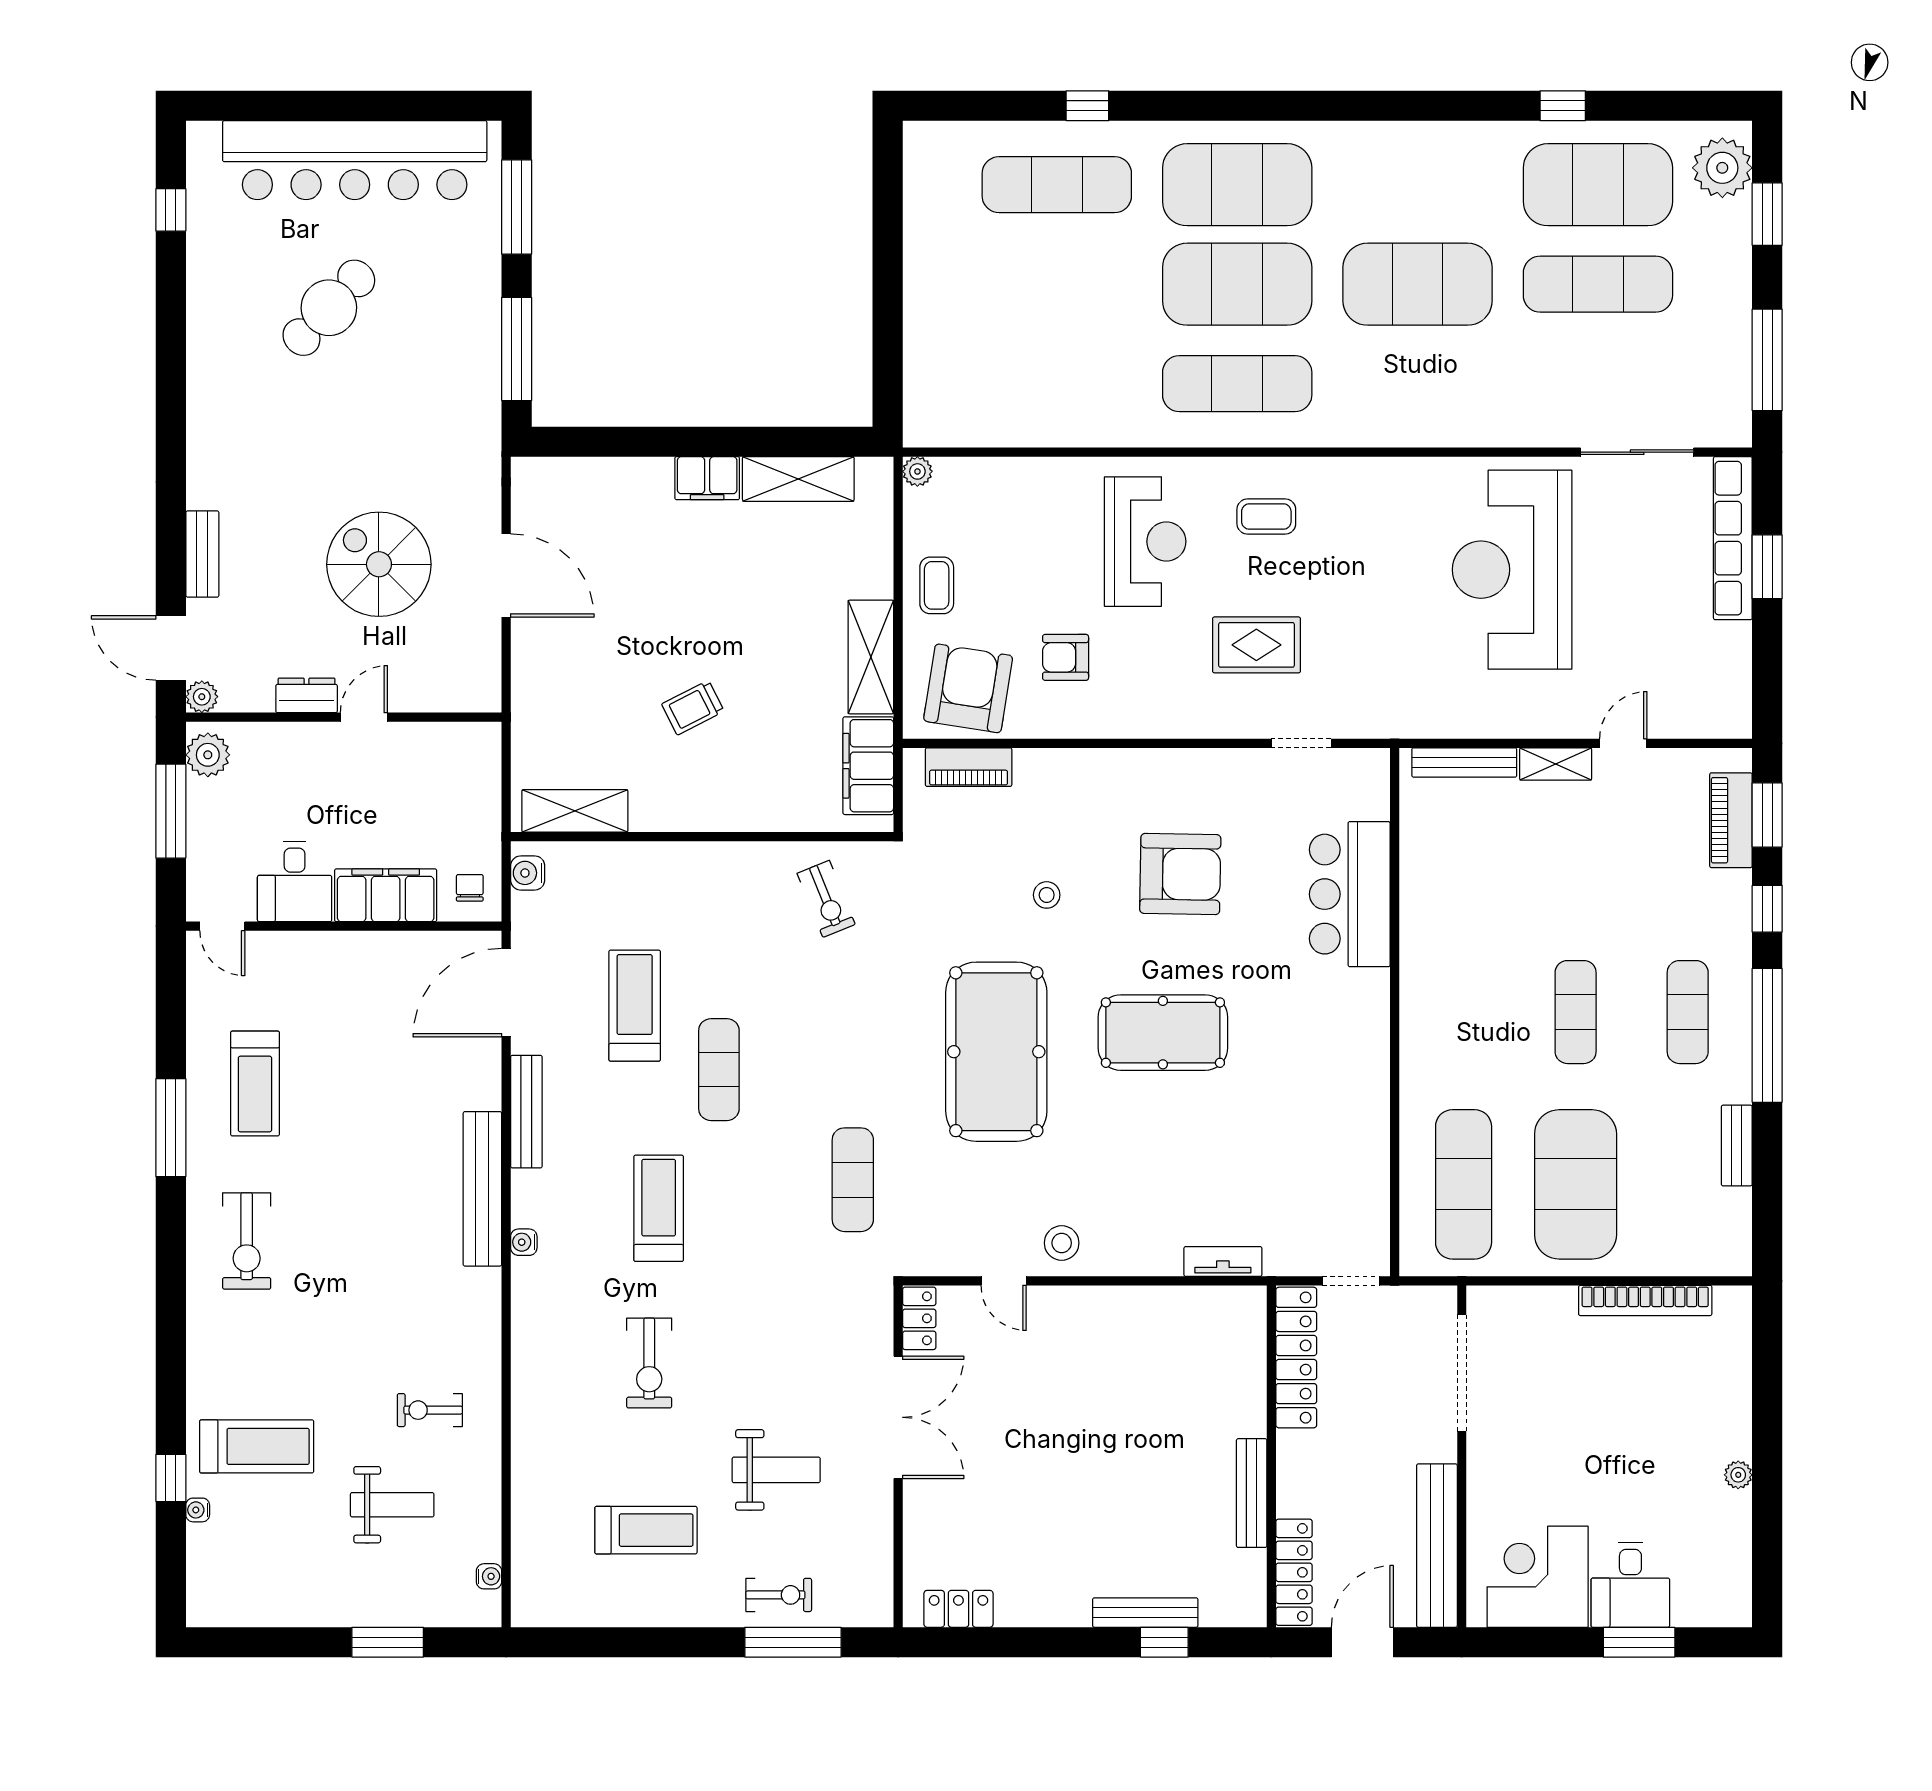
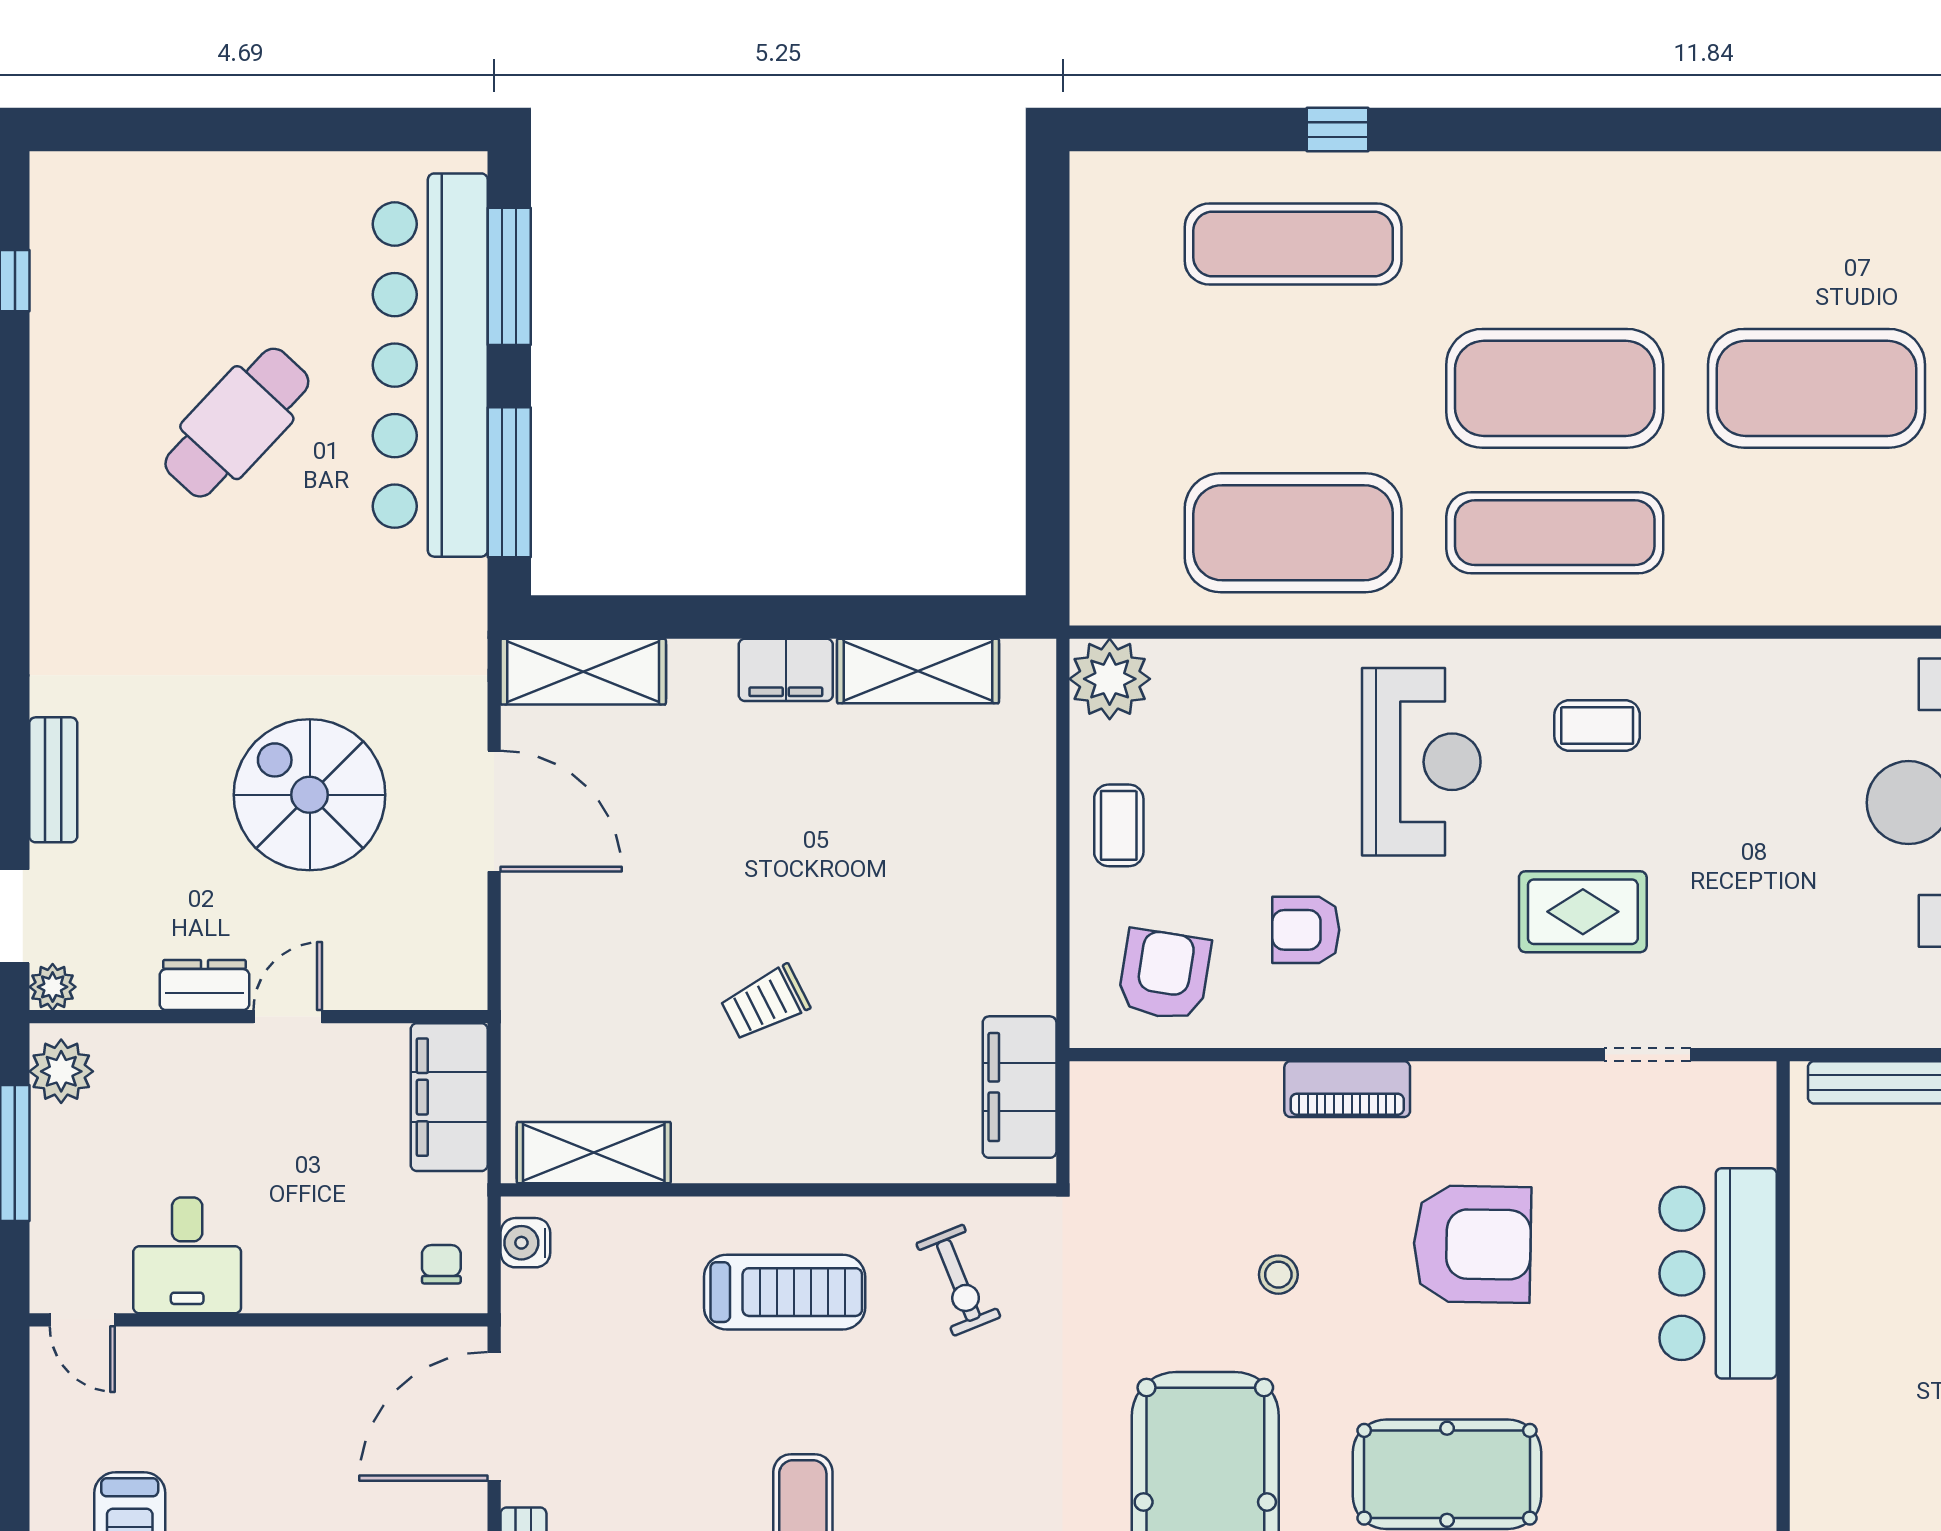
bar counter: (355, 160) -> (430, 365), moved, turned 90
exercise mat: (1237, 185) -> (1293, 533), moved
plant: (917, 471) -> (1110, 679), width x1.87, depth x1.87
shelving: (871, 657) -> (583, 672), moved, turned 90
armchair: (968, 688) -> (1164, 975), width x0.73, depth x0.73
piano: (969, 767) -> (1347, 1089), moved
filing cabinet: (386, 895) -> (449, 1097), moved, turned -90
treadmill: (635, 1006) -> (785, 1292), moved, turned 90

